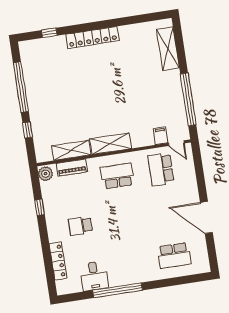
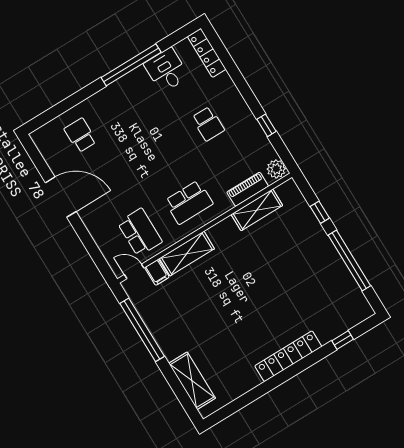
shelving: (110, 144) -> (187, 254), moved
school desk: (80, 226) -> (208, 124), turned 90
school desk: (174, 255) -> (80, 135), width x0.54
locker: (58, 261) -> (207, 53), moved

